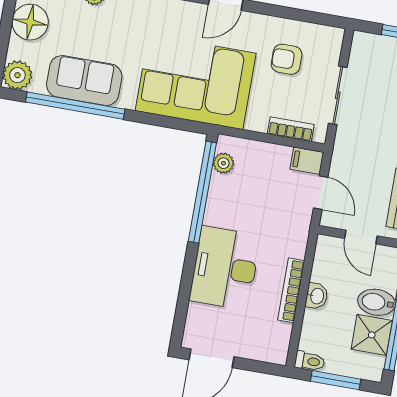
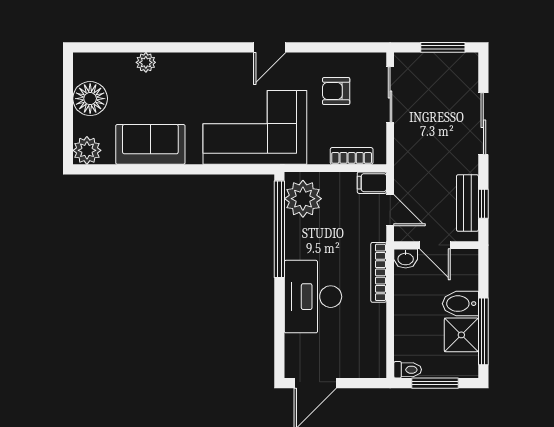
sliding door: (338, 95) -> (390, 94), moved
window: (75, 106) -> (146, 169), removed
plant: (223, 163) -> (303, 199), width x1.88, depth x1.88
bookcase: (291, 290) -> (379, 272), moved
washbasin: (317, 296) -> (406, 258), moved, turned 90

